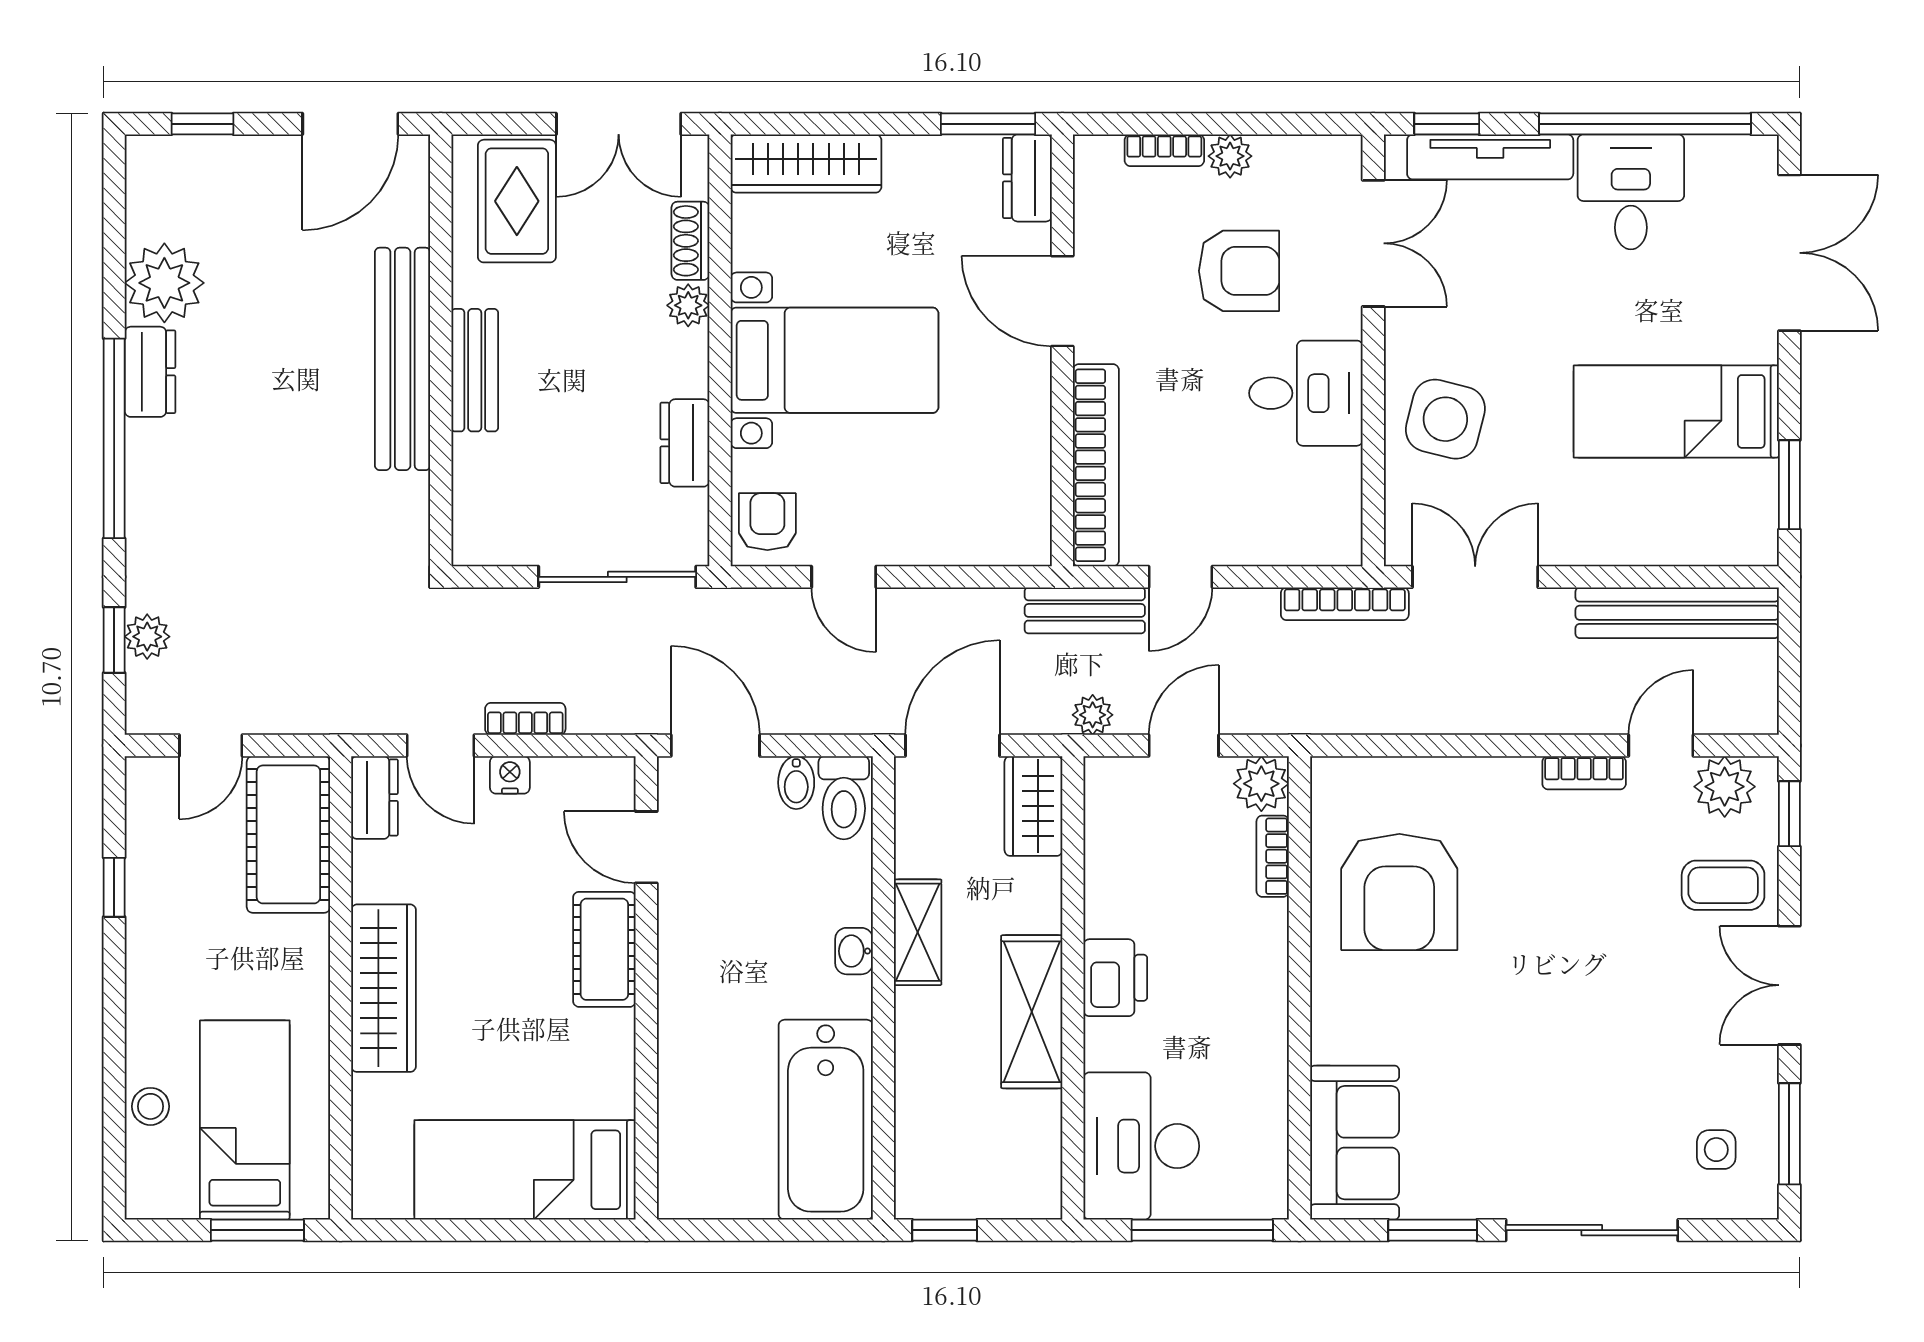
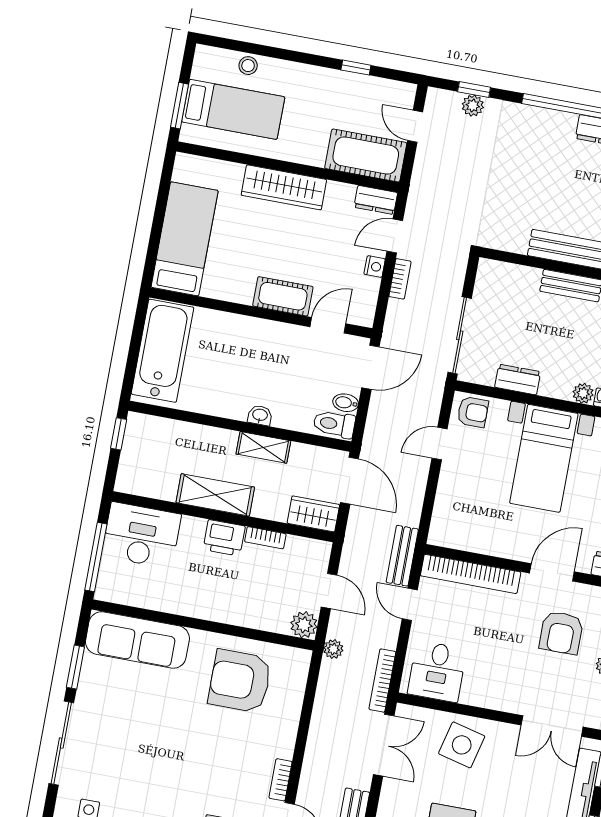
armchair: (1239, 271) -> (561, 633), moved
desk: (1306, 393) -> (437, 671), moved
plant: (1093, 715) -> (333, 649), moved
bookcase: (1273, 856) -> (265, 538), moved, turned 180
bathtub: (826, 1120) -> (163, 351), moved, turned 90
sofa: (1355, 1143) -> (137, 640), width x1.36

